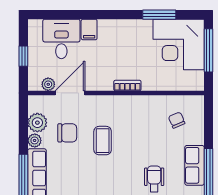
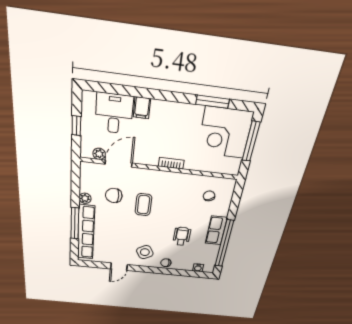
plant: (37, 123) -> (88, 185), removed
chair: (67, 133) -> (114, 196), turned 180

